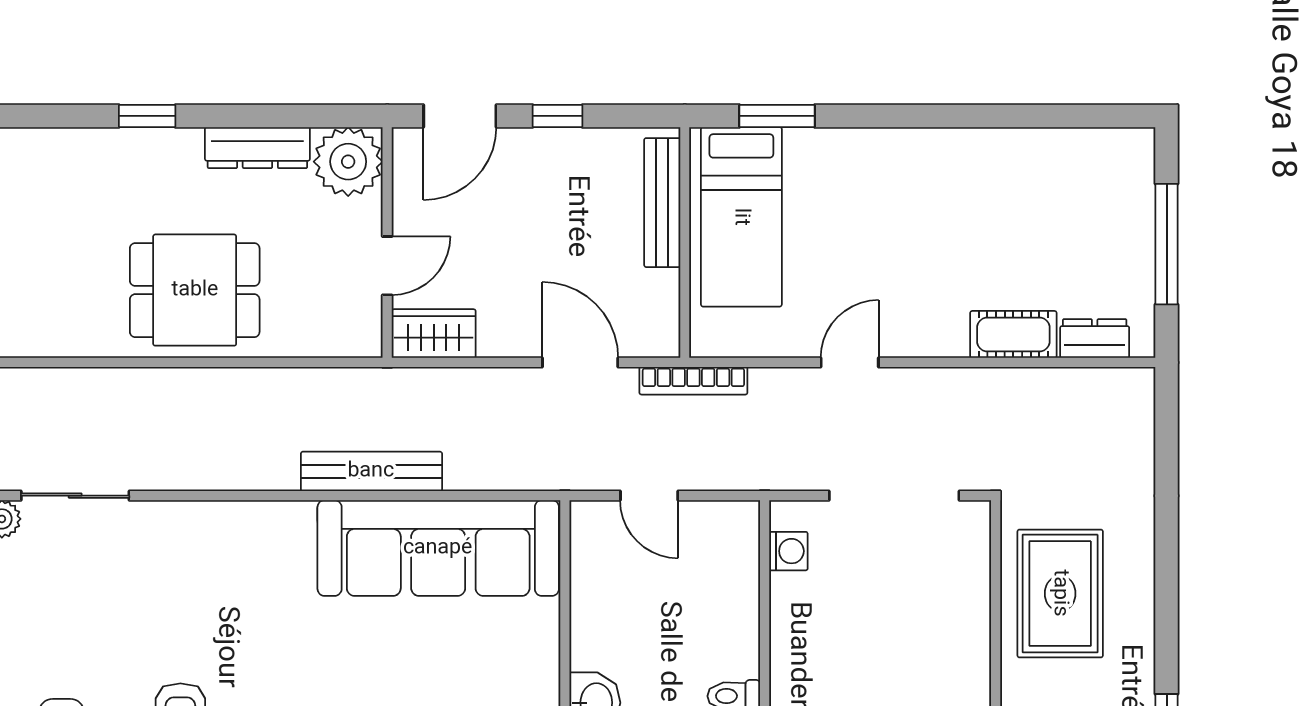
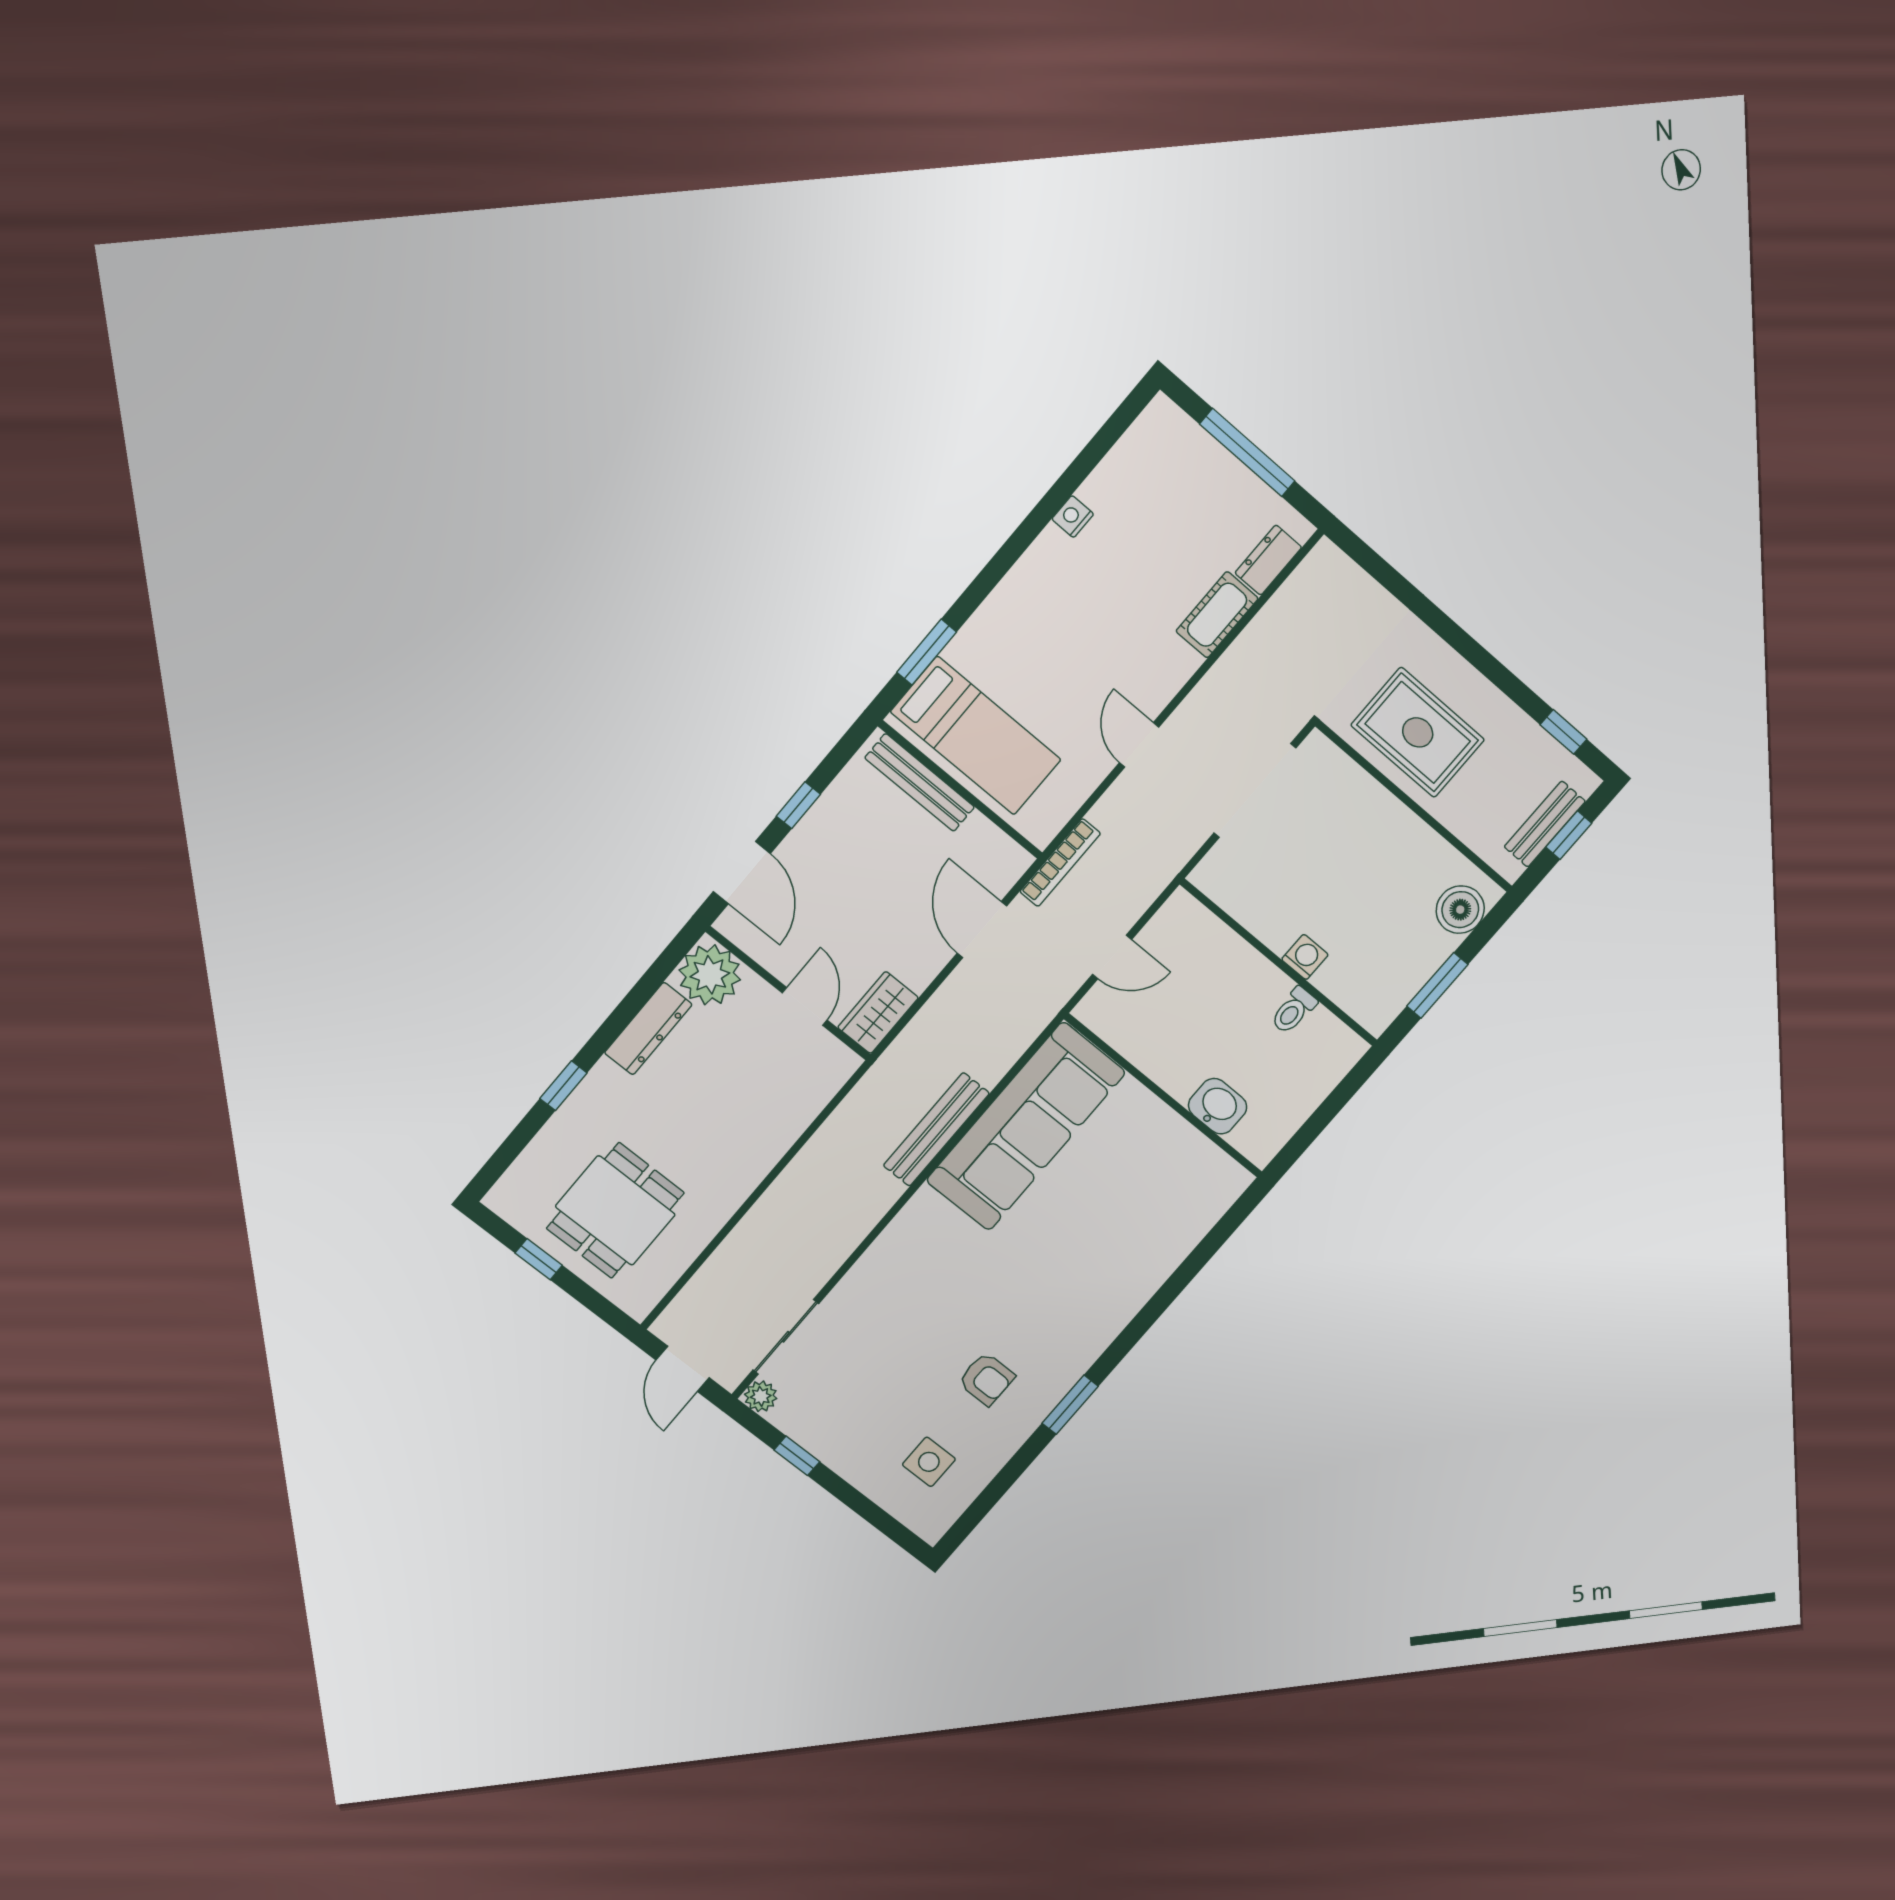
nightstand: (992, 143) -> (1073, 517), added
dining table: (195, 290) -> (615, 1211), moved
door: (580, 362) -> (982, 929), hinge flipped
washing machine: (788, 551) -> (1305, 957), moved

